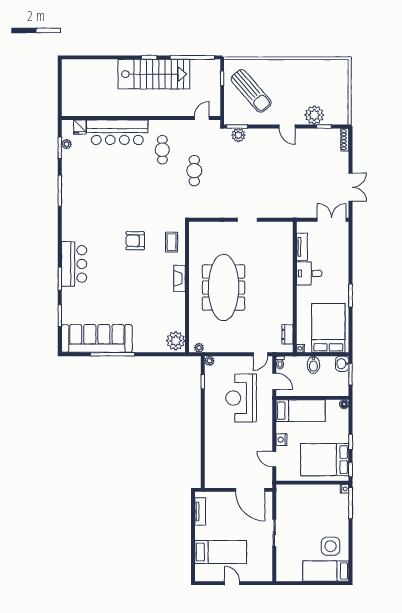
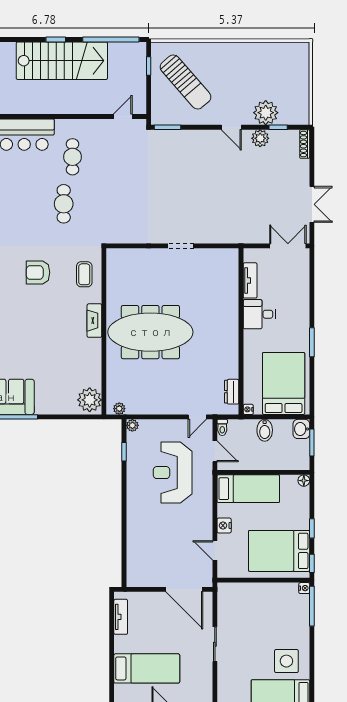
plant: (238, 135) -> (260, 138), moved
cafe table: (194, 171) -> (64, 204), moved
meeting table: (224, 288) -> (150, 332), turned 90

